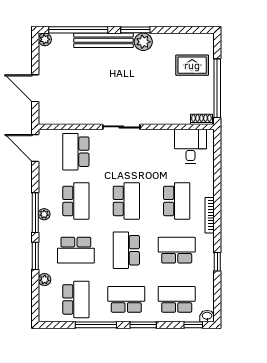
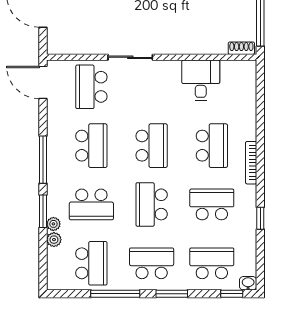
sliding door: (121, 127) -> (130, 57), moved
desk: (190, 146) -> (201, 80), moved
plant: (44, 214) -> (53, 224), moved

